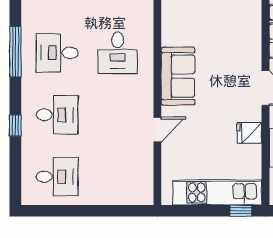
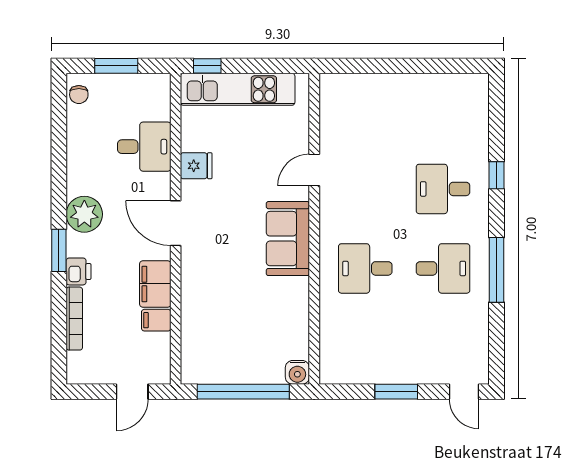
desk: (118, 53) -> (365, 268), turned -90
desk: (57, 177) -> (443, 109), removed

